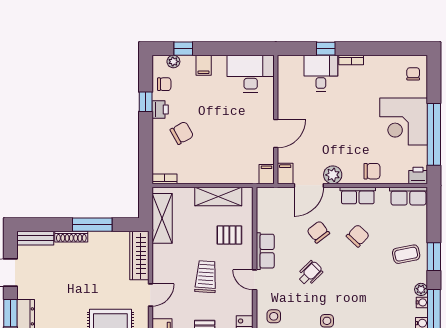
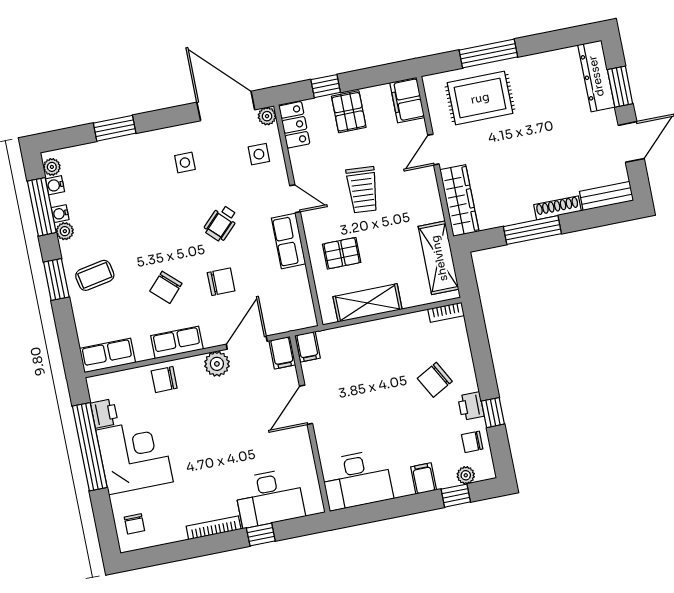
bookcase: (351, 60) -> (214, 528), width x1.56
desk: (321, 73) -> (269, 498), width x1.37
printer: (418, 175) -> (104, 413), moved, turned -90
chair: (318, 232) -> (221, 282), turned -53

